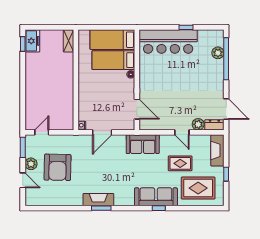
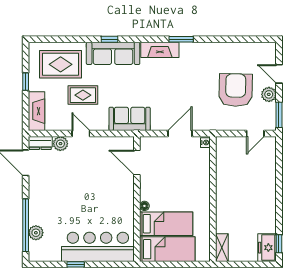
fireplace: (98, 200) -> (160, 50), moved

